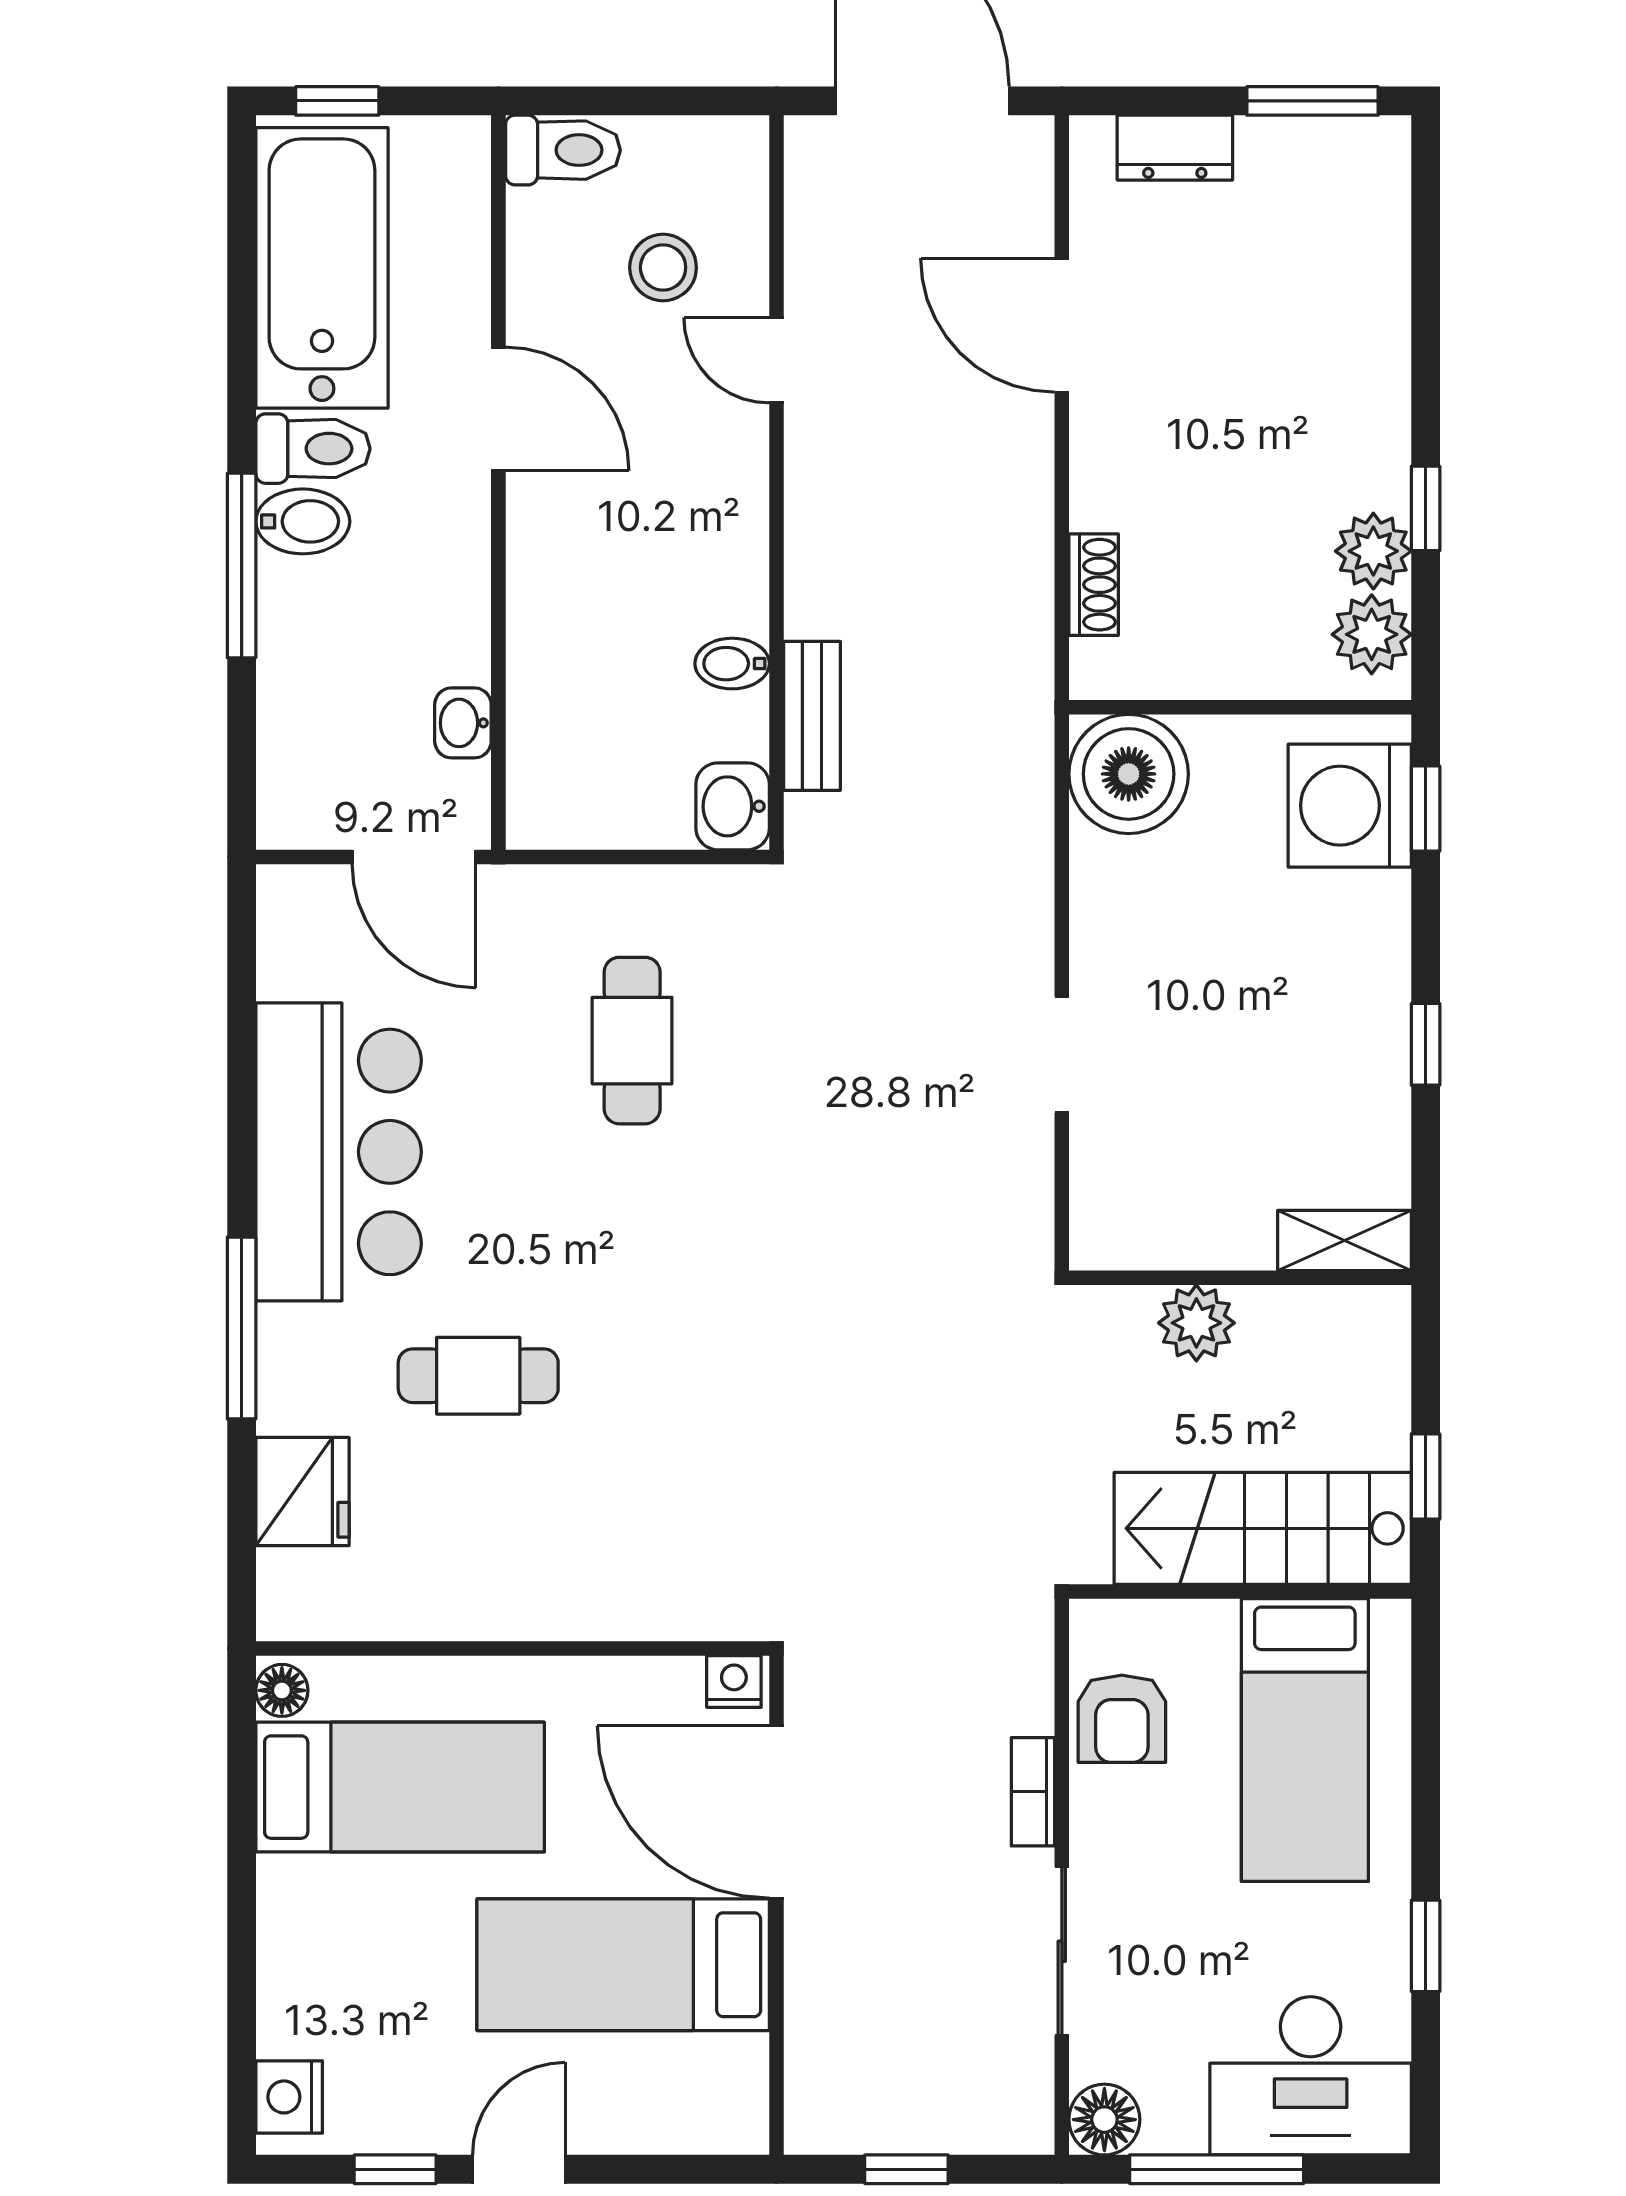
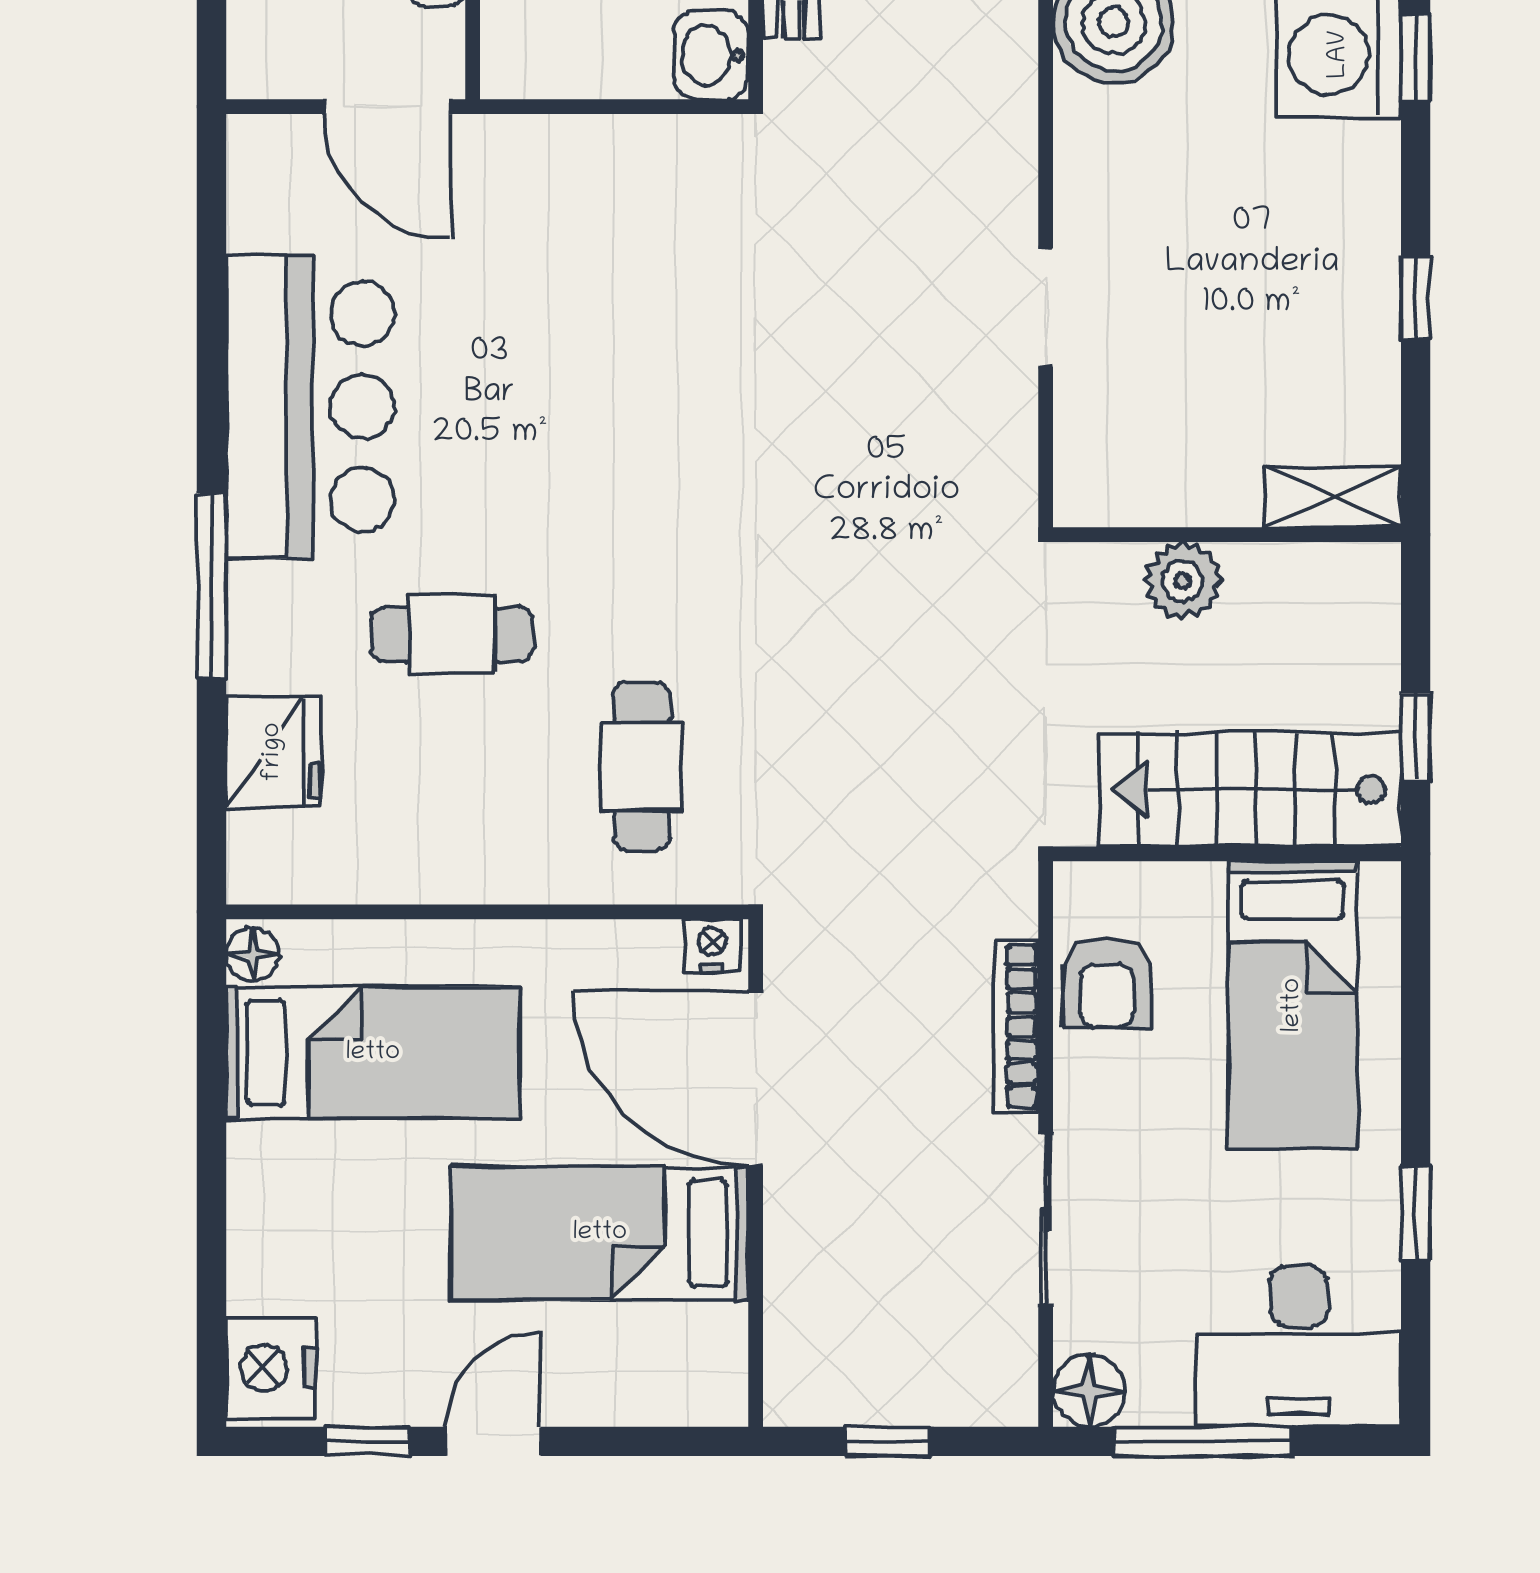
cafe table: (632, 1041) -> (642, 766), moved
bookcase: (1033, 1792) -> (1016, 1026), width x1.56
nightstand: (289, 2097) -> (271, 1368), width x1.36, depth x1.33

